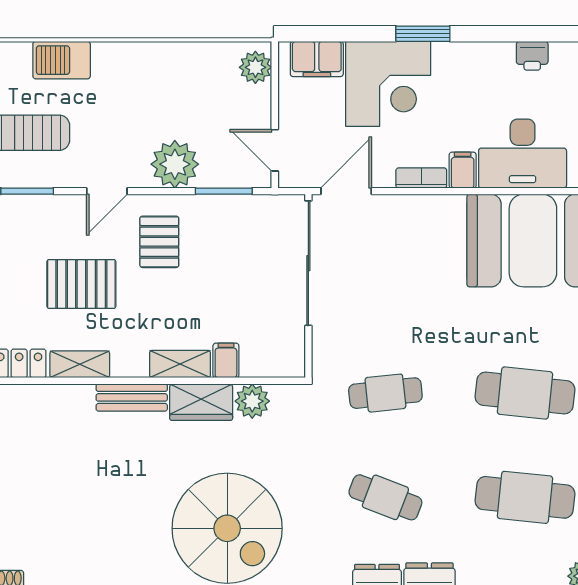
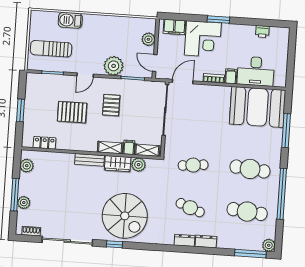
plant: (255, 67) -> (148, 39), moved
pallet: (159, 242) -> (111, 105), moved
shelving: (80, 364) -> (147, 150), moved

